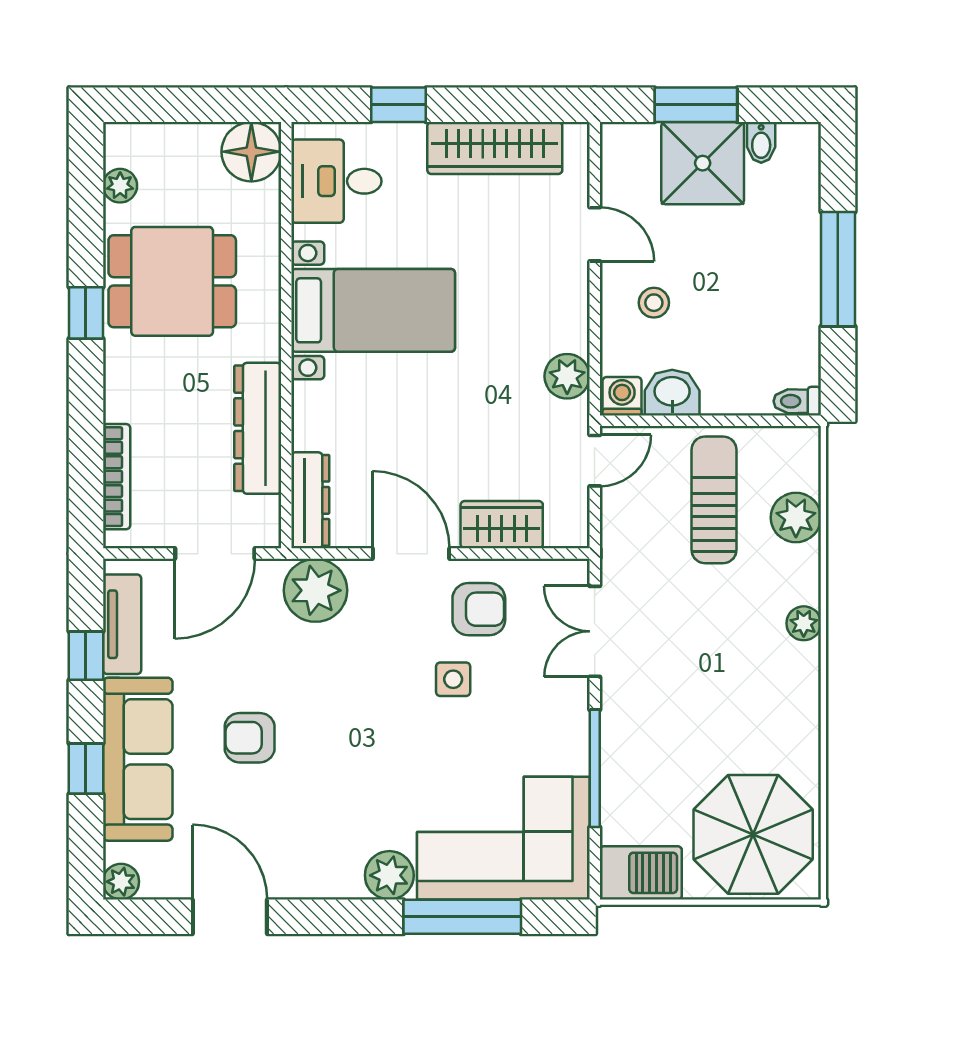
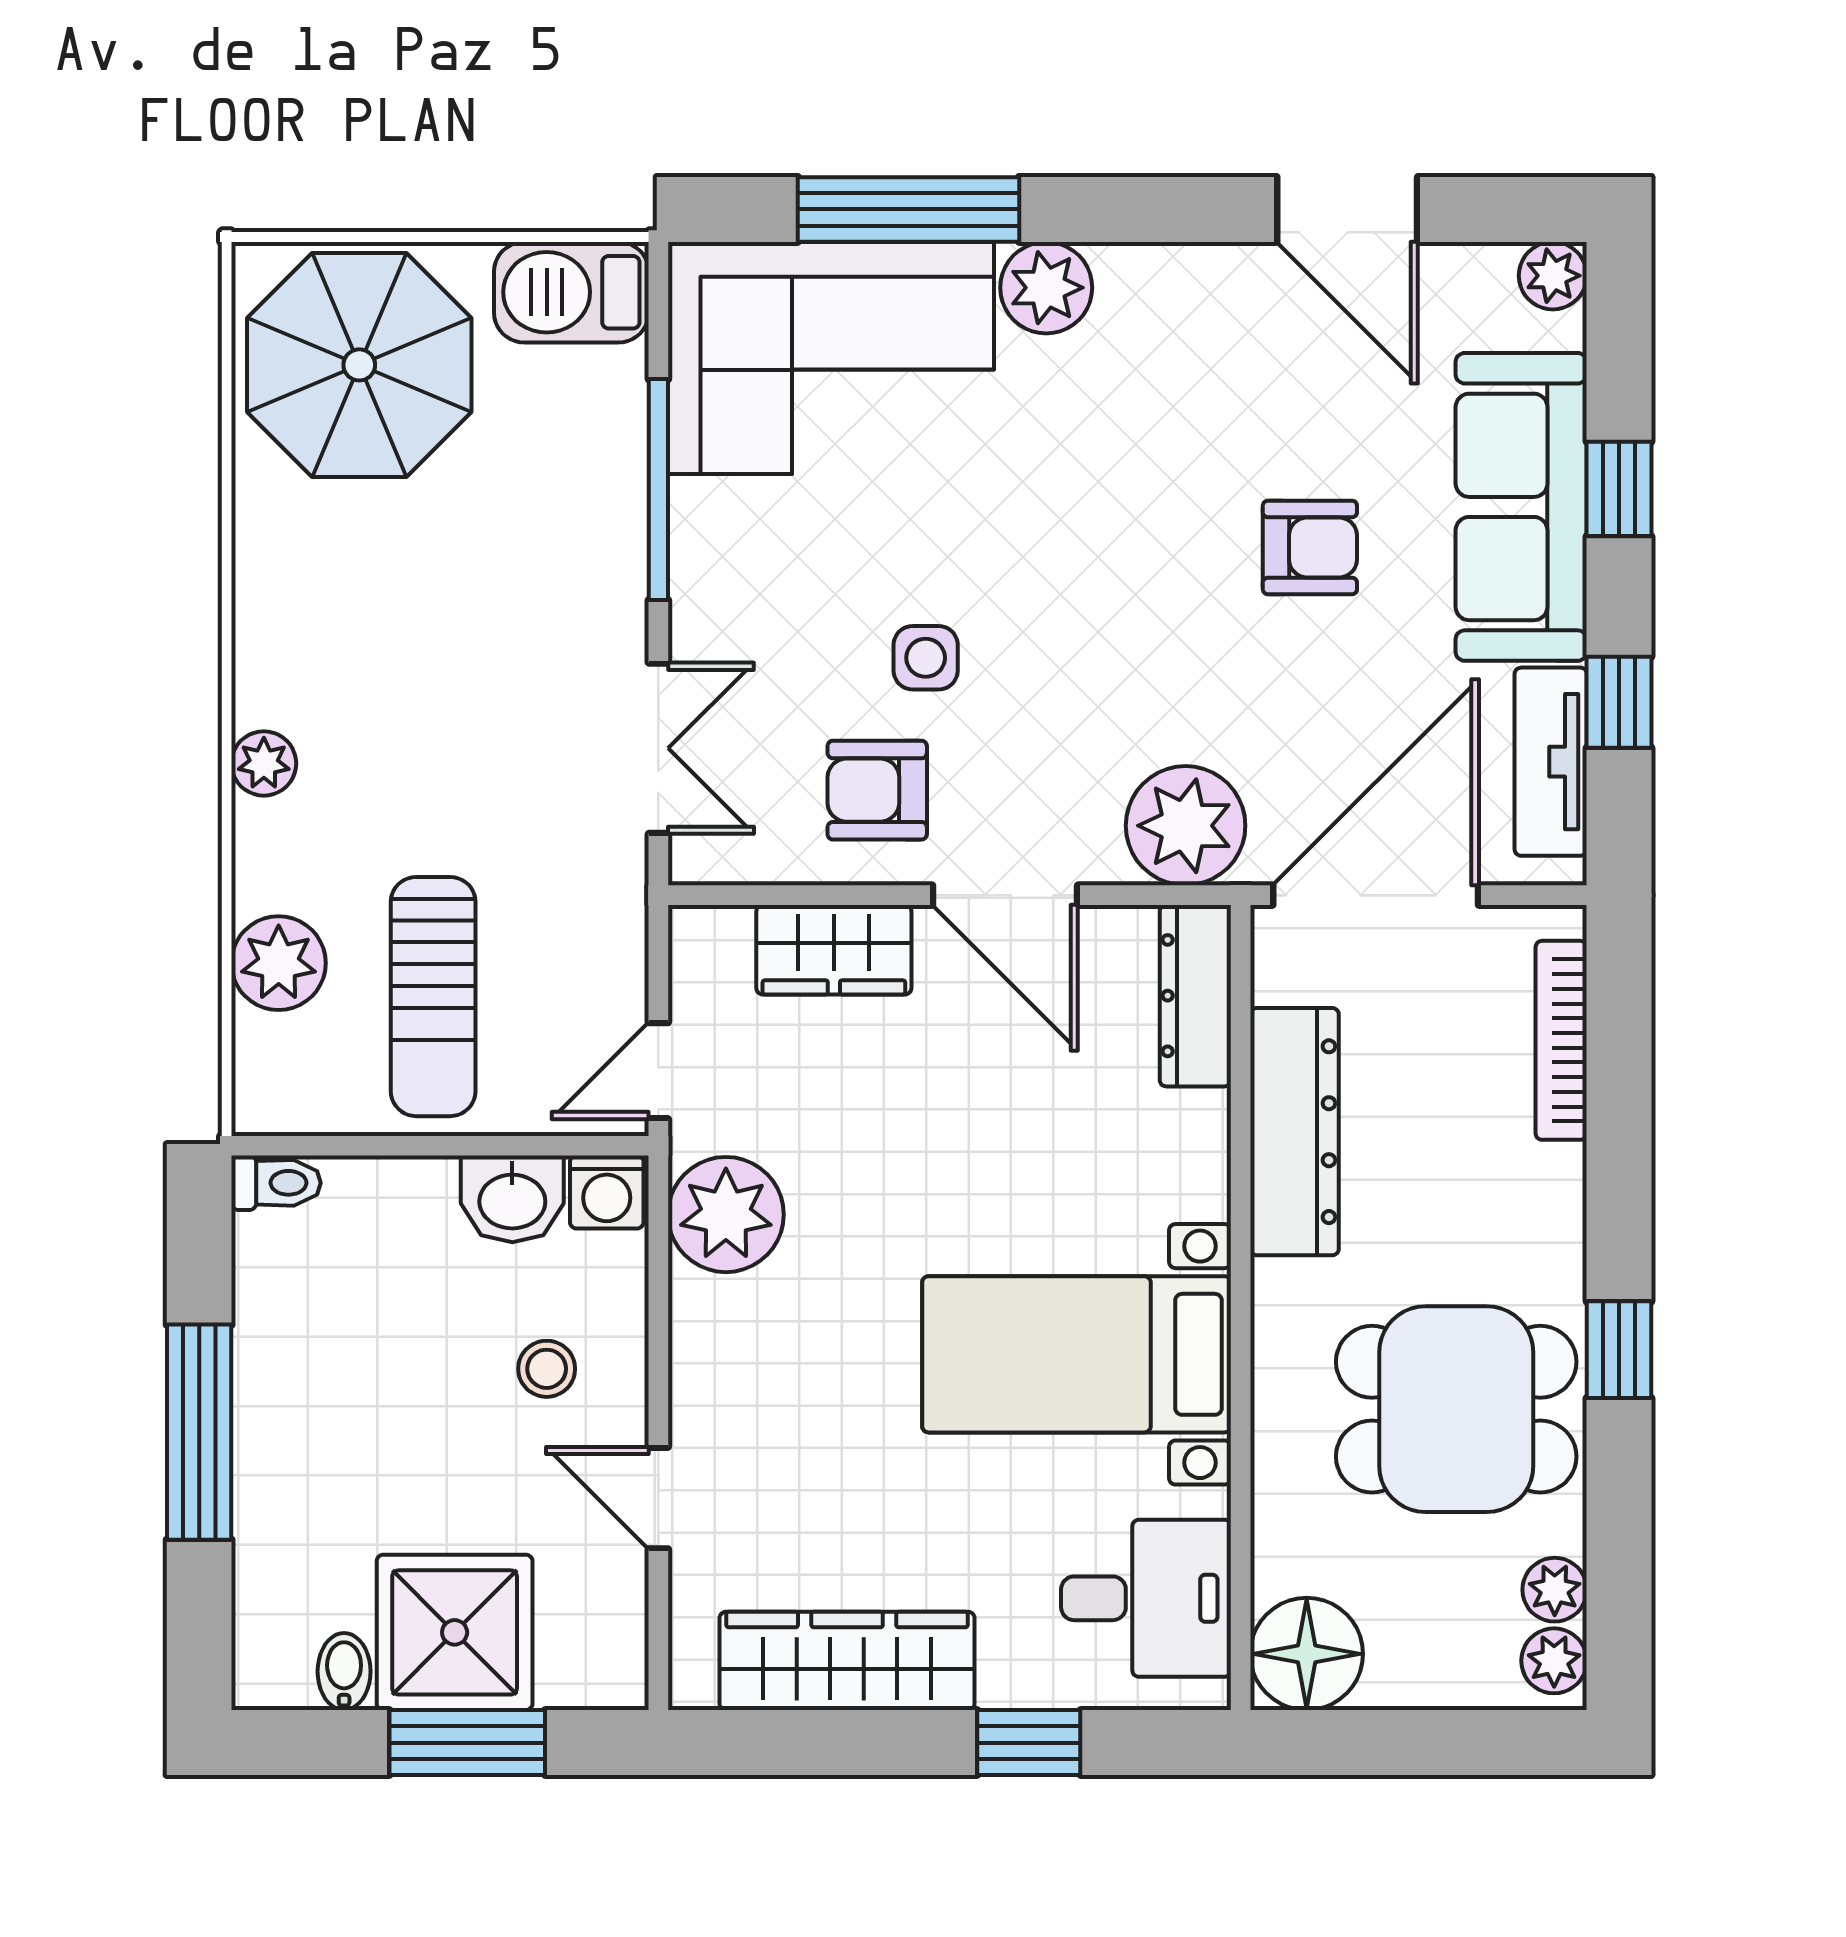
plant: (120, 148) -> (1554, 1661), added
plant: (567, 376) -> (726, 1215), width x1.36, depth x1.36
door: (215, 554) -> (1376, 895), width x1.36

